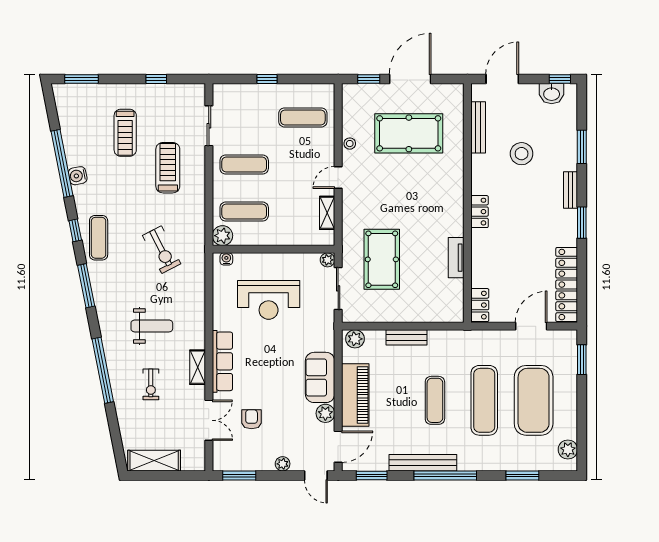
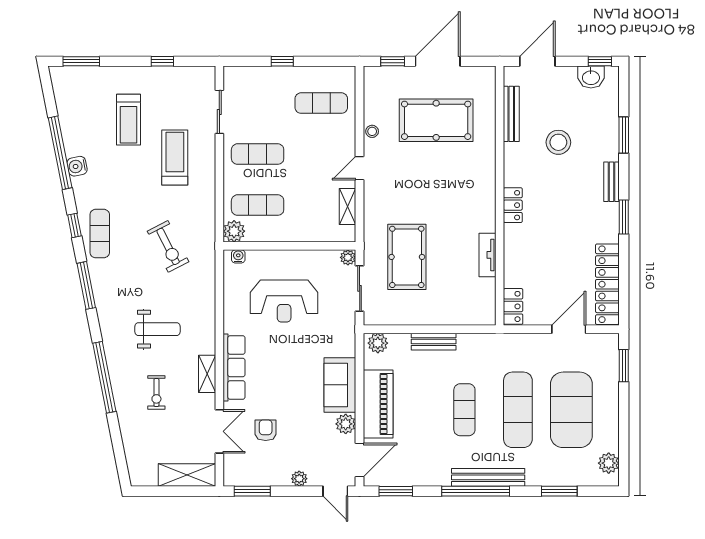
shelving: (154, 461) -> (187, 475), moved
bench: (423, 463) -> (488, 477), moved

